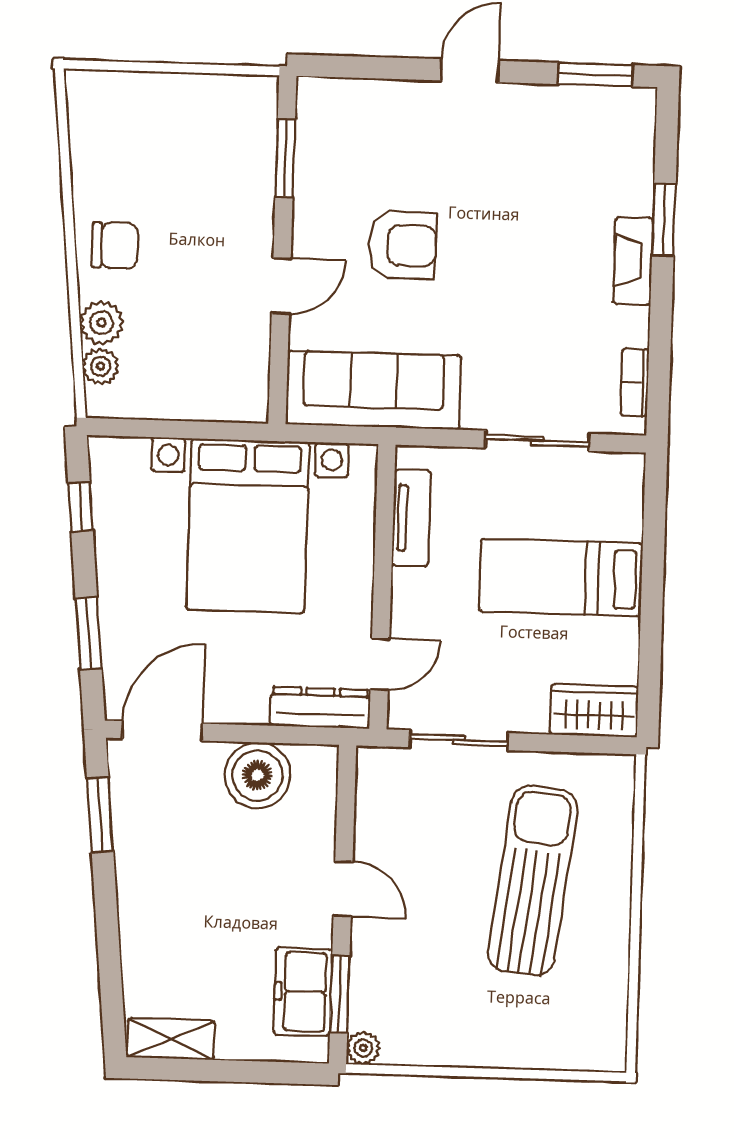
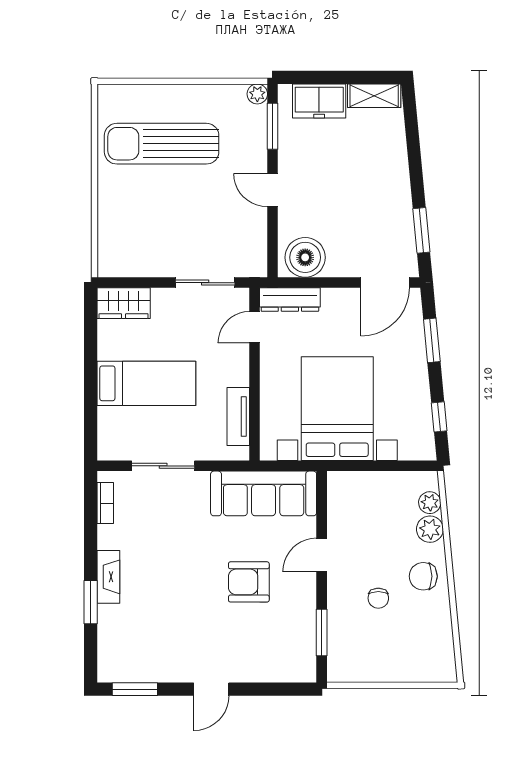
chair: (190, 212) -> (378, 598), added
boiler: (257, 775) -> (305, 257), moved
sun lounger: (533, 881) -> (162, 144), moved, turned 83
freezer: (303, 992) -> (319, 101), moved, turned 90

